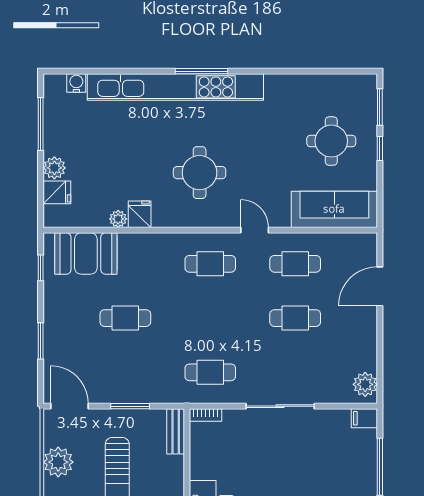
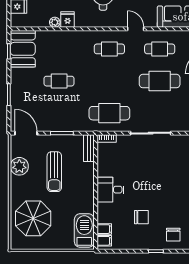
booth: (86, 253) -> (23, 49), moved, turned 90
cafe table: (295, 318) -> (160, 81), width x1.37, depth x1.35
cafe table: (210, 372) -> (109, 113), width x1.37, depth x1.35

